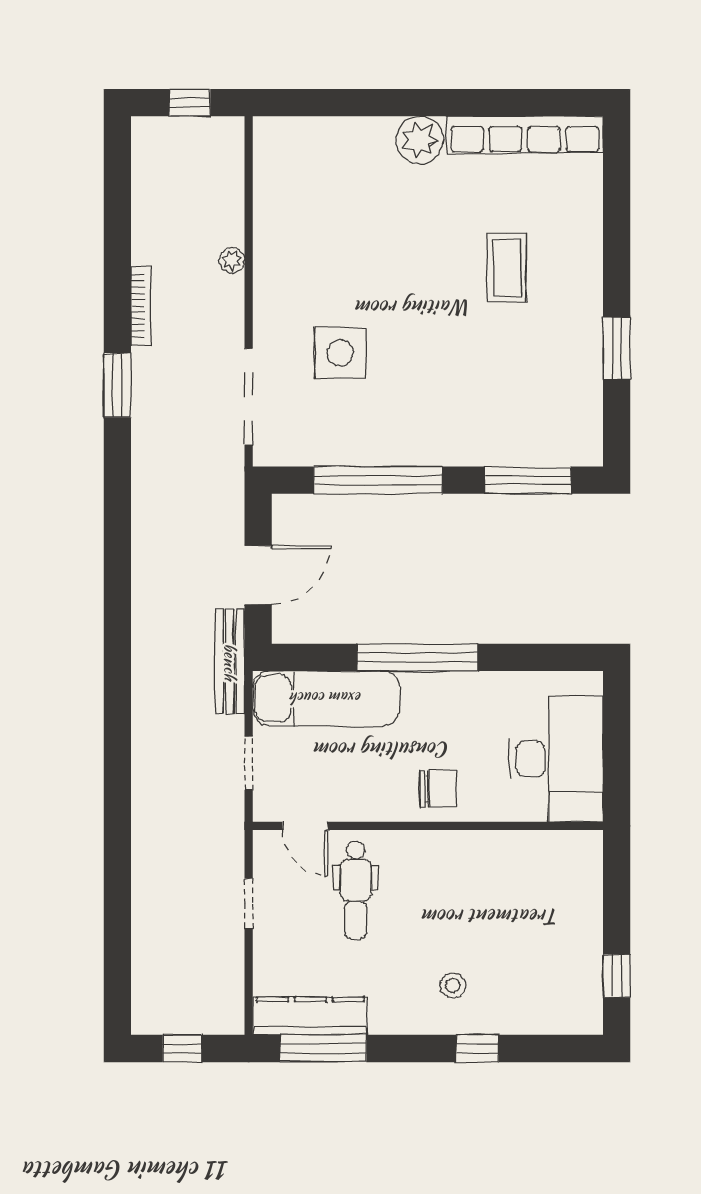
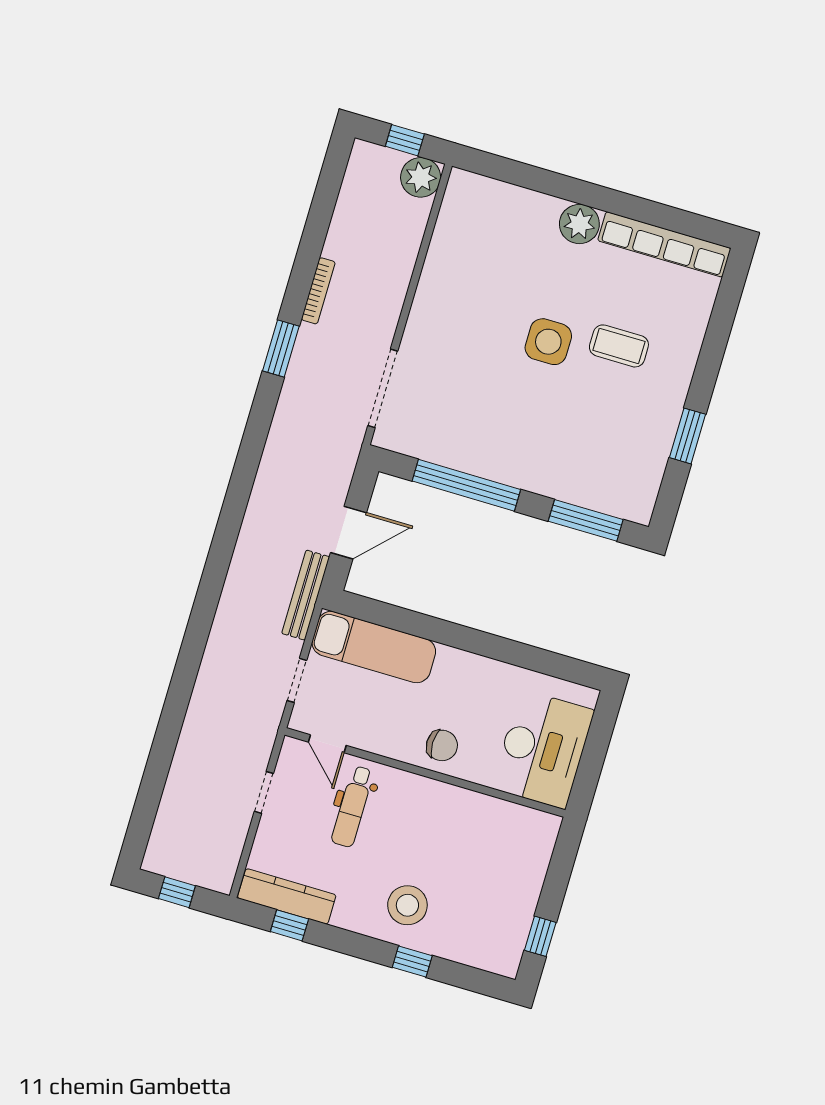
plant: (232, 260) -> (421, 177), moved, width x1.87, depth x1.87
coffee table: (507, 267) -> (619, 346), turned 90
side table: (340, 353) -> (548, 342), moved
window: (417, 657) -> (456, 636), removed
stool: (453, 985) -> (407, 905), width x1.89, depth x1.89
window: (323, 1048) -> (289, 925), width x0.46

